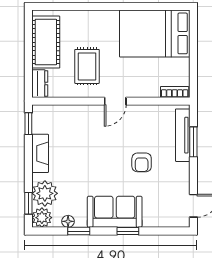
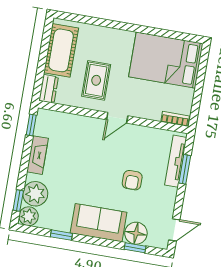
floor lamp: (68, 221) -> (136, 233), moved, width x1.89, depth x1.89
window: (128, 231) -> (135, 248), moved

